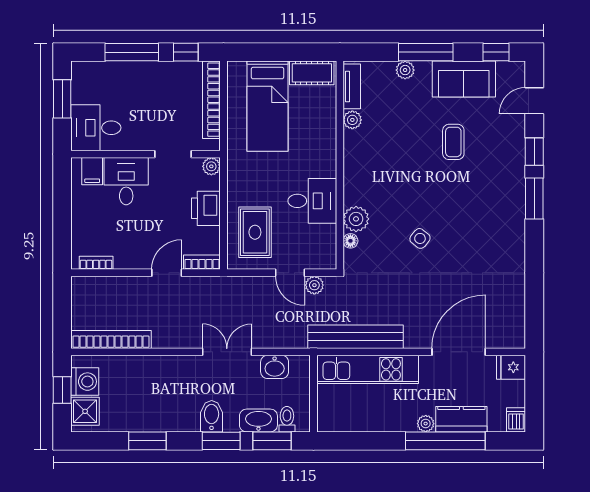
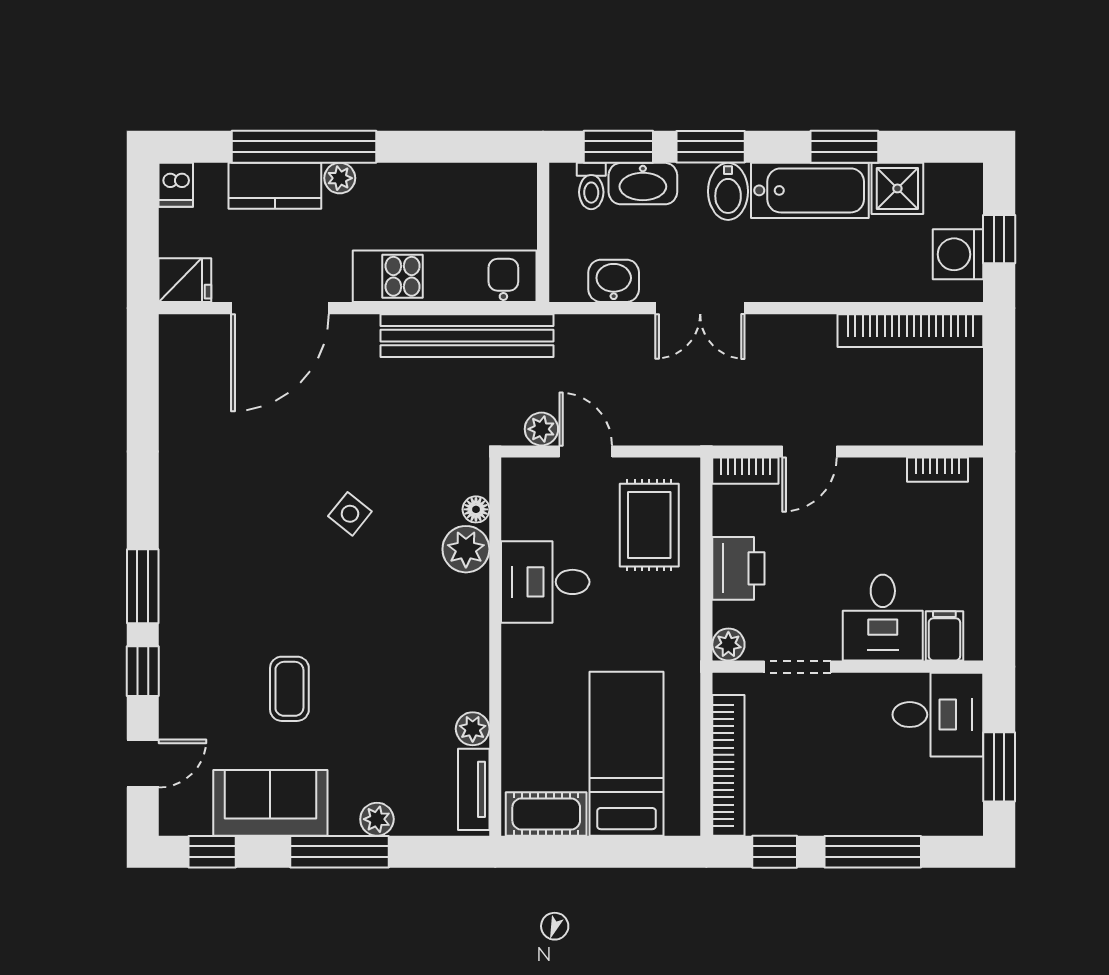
shower: (85, 411) -> (897, 188), moved
bathtub: (166, 417) -> (810, 190), added

